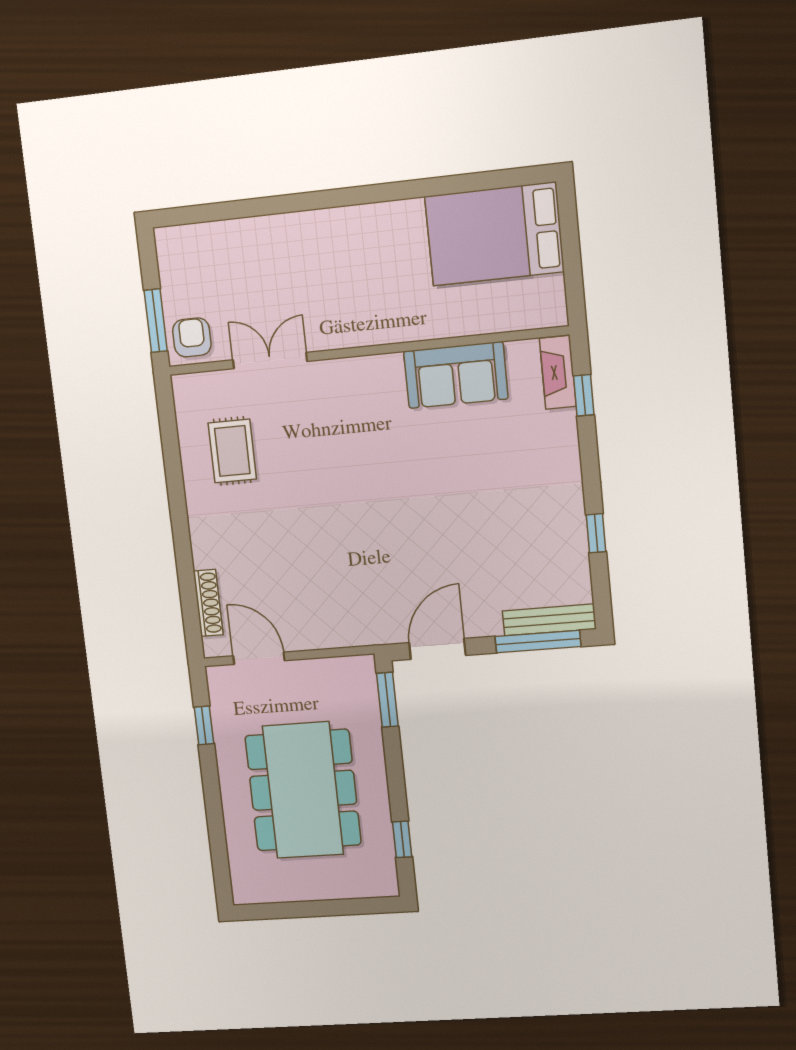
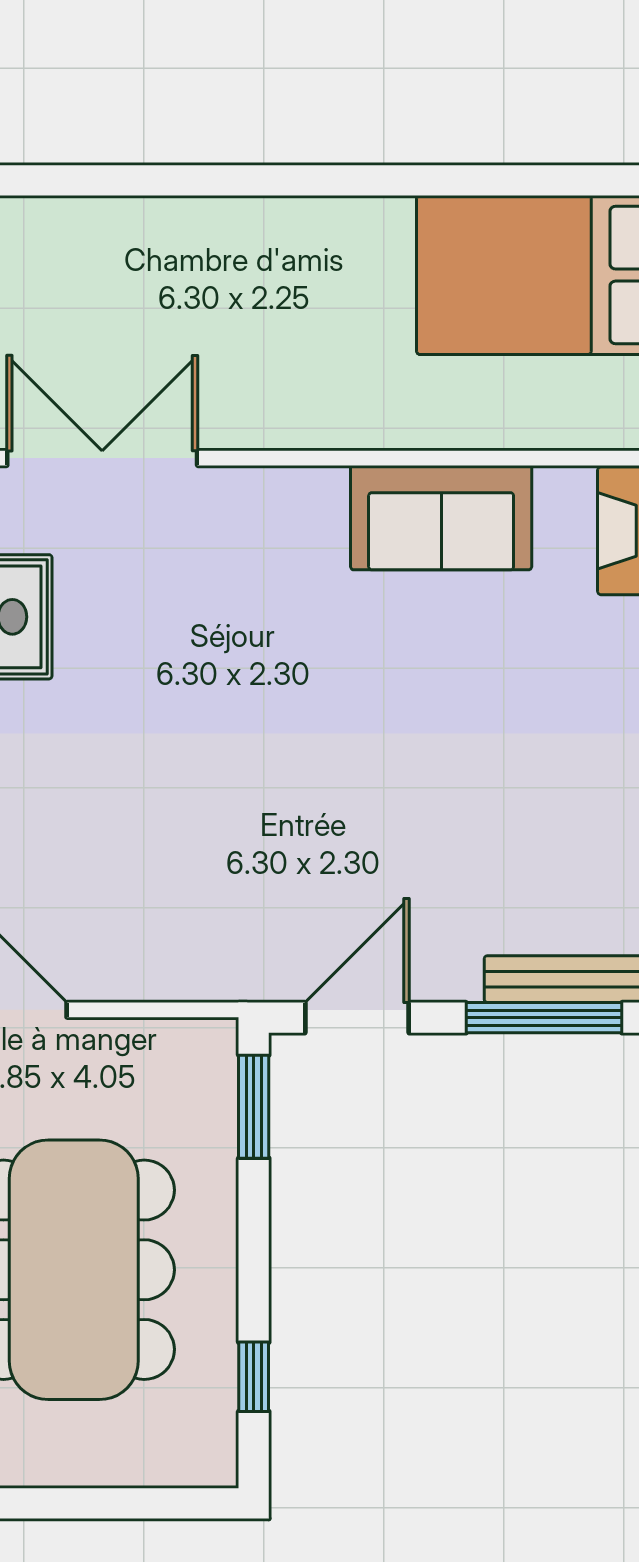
double door: (270, 361) -> (102, 458), width x1.37

